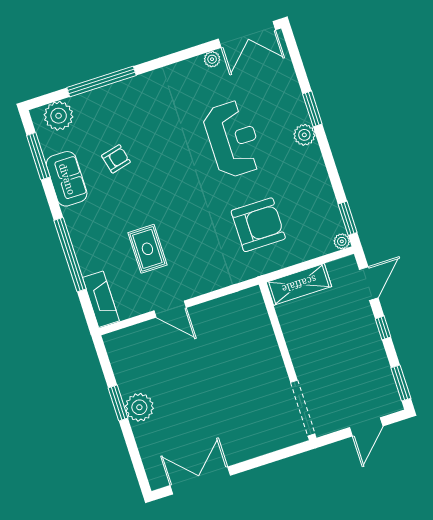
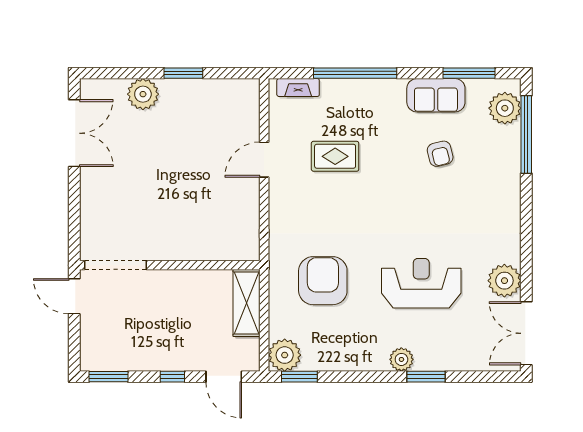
plant: (212, 59) -> (504, 281), width x1.88, depth x1.88
window: (101, 81) -> (526, 134), moved
reception desk: (233, 139) -> (421, 283), turned 180
armchair: (258, 225) -> (323, 281), turned 180
plant: (342, 241) -> (285, 355), width x1.88, depth x1.88
fireplace: (101, 299) -> (298, 88), width x0.73, depth x0.76
plant: (139, 407) -> (143, 94), moved
door: (366, 427) -> (74, 296), moved

